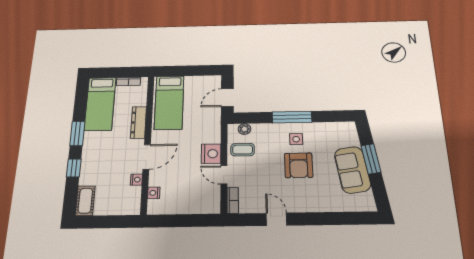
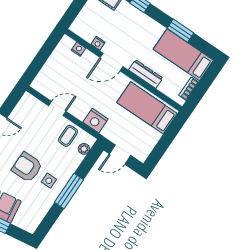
door: (227, 98) -> (120, 155), swing flipped
window: (77, 134) -> (180, 31), moved
nightstand: (211, 154) -> (95, 121), moved
door: (147, 157) -> (112, 62), hinge flipped
bookcase: (233, 200) -> (33, 101), removed

